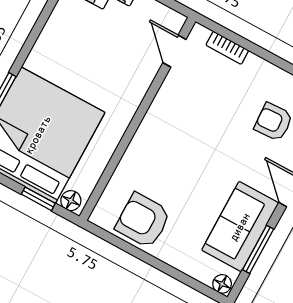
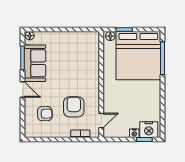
door: (174, 51) -> (101, 121), hinge flipped
armchair: (143, 221) -> (74, 107), moved, turned -90

